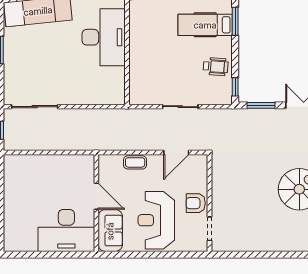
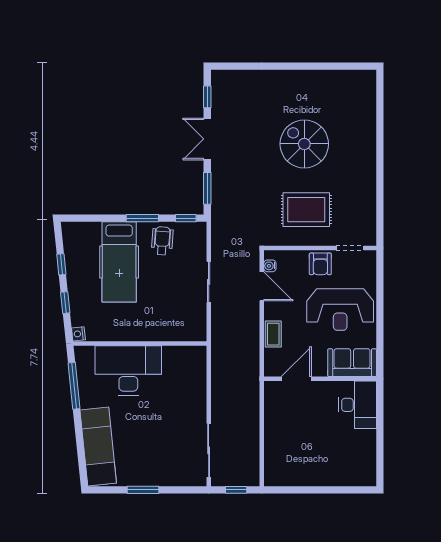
window: (235, 21) -> (142, 218), moved
hospital bed: (205, 25) -> (119, 262), width x1.37, depth x1.29
water cooler: (194, 160) -> (270, 266), added
rug: (243, 191) -> (306, 210), added
door: (96, 196) -> (296, 379), moved
desk: (66, 230) -> (358, 405), width x0.73, depth x0.77

